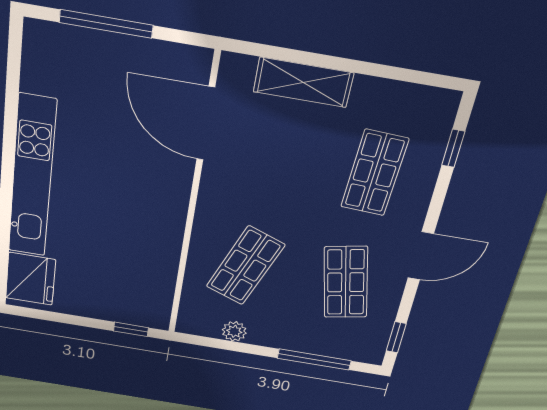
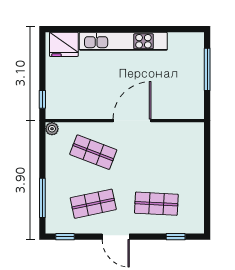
shelving: (303, 82) -> (195, 161), removed
door: (206, 124) -> (132, 121), moved
plant: (234, 331) -> (52, 129), moved

